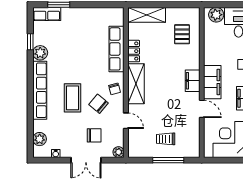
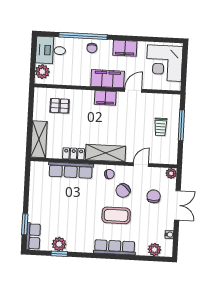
plant: (40, 53) -> (59, 244), moved
row of seats: (40, 90) -> (115, 247), width x0.73

